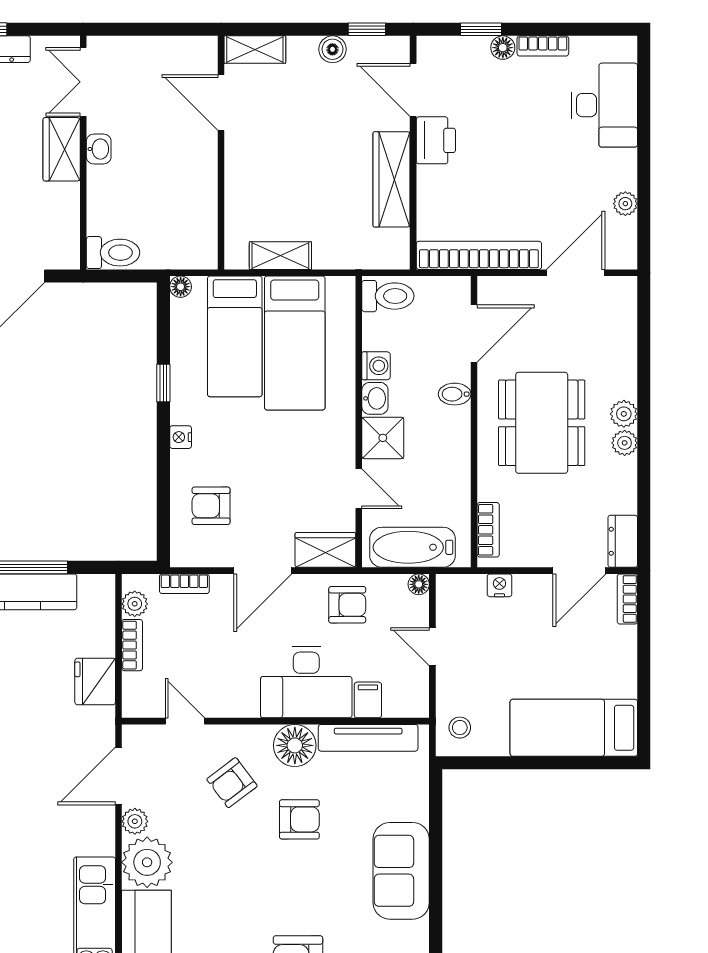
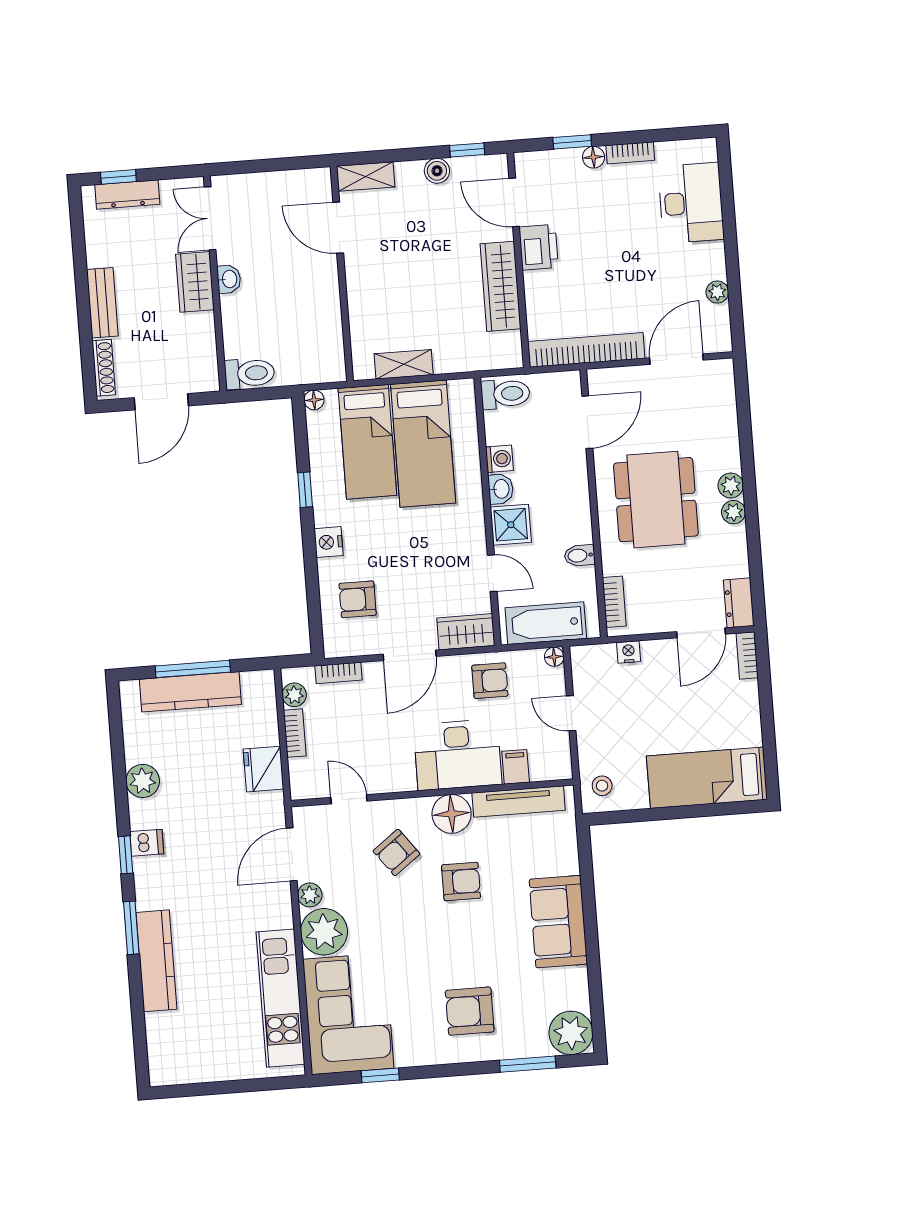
bidet: (455, 394) -> (580, 555), moved
nightstand: (181, 437) -> (329, 542), width x1.39, depth x1.35

